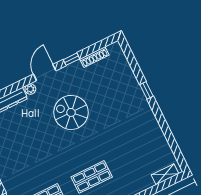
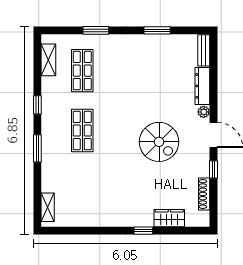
wardrobe: (127, 75) -> (169, 218), added
spiral stairs: (71, 112) -> (159, 142), turned 90

